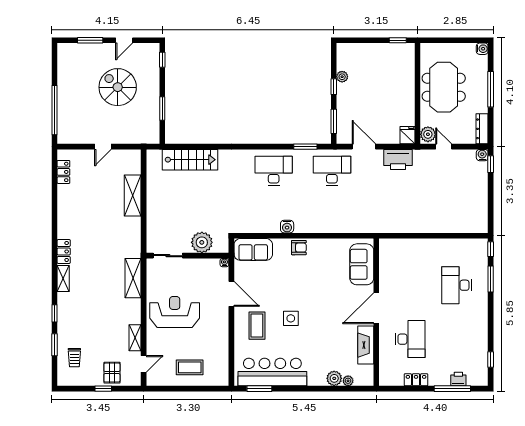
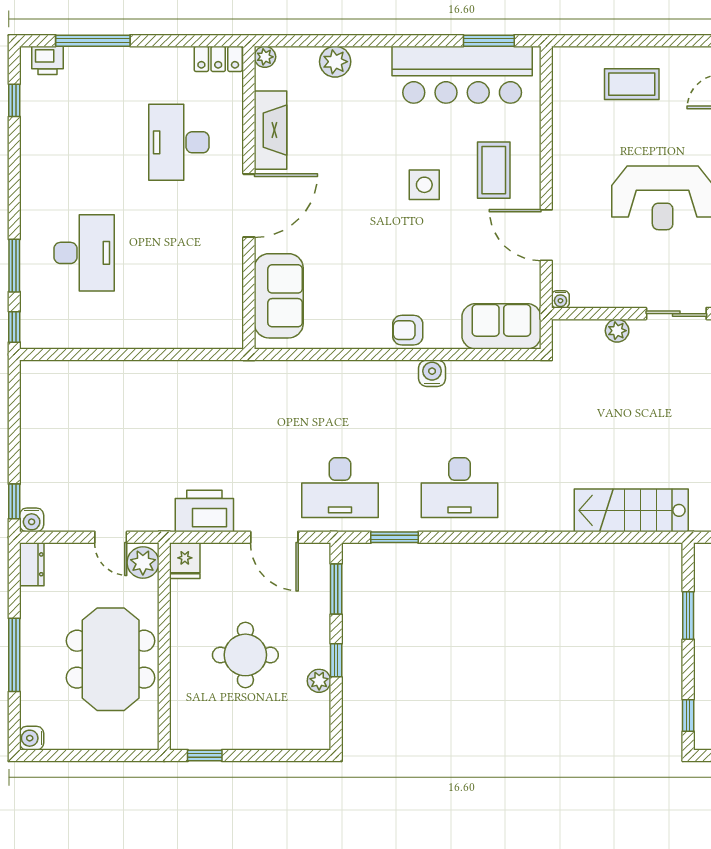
round table: (378, 89) -> (245, 655), added
dresser: (482, 129) -> (32, 564), width x0.70
plant: (202, 242) -> (617, 331), width x0.53, depth x0.53
printer: (458, 379) -> (47, 60), moved
locker: (416, 380) -> (218, 59), moved
plant: (348, 381) -> (265, 57), moved

